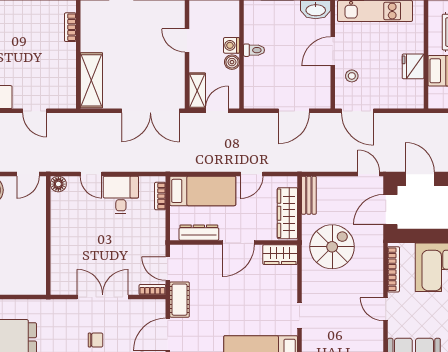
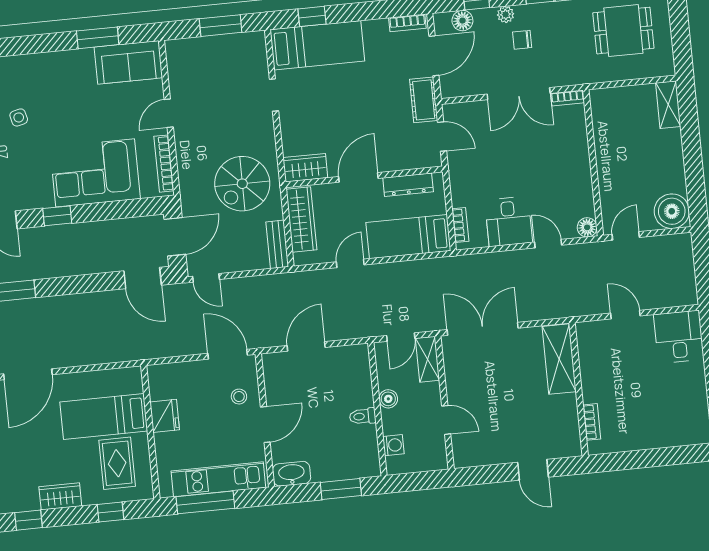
washing machine: (232, 45) -> (393, 445), moved
bookcase: (152, 290) -> (568, 98), moved
door: (386, 309) -> (169, 113), swing flipped

